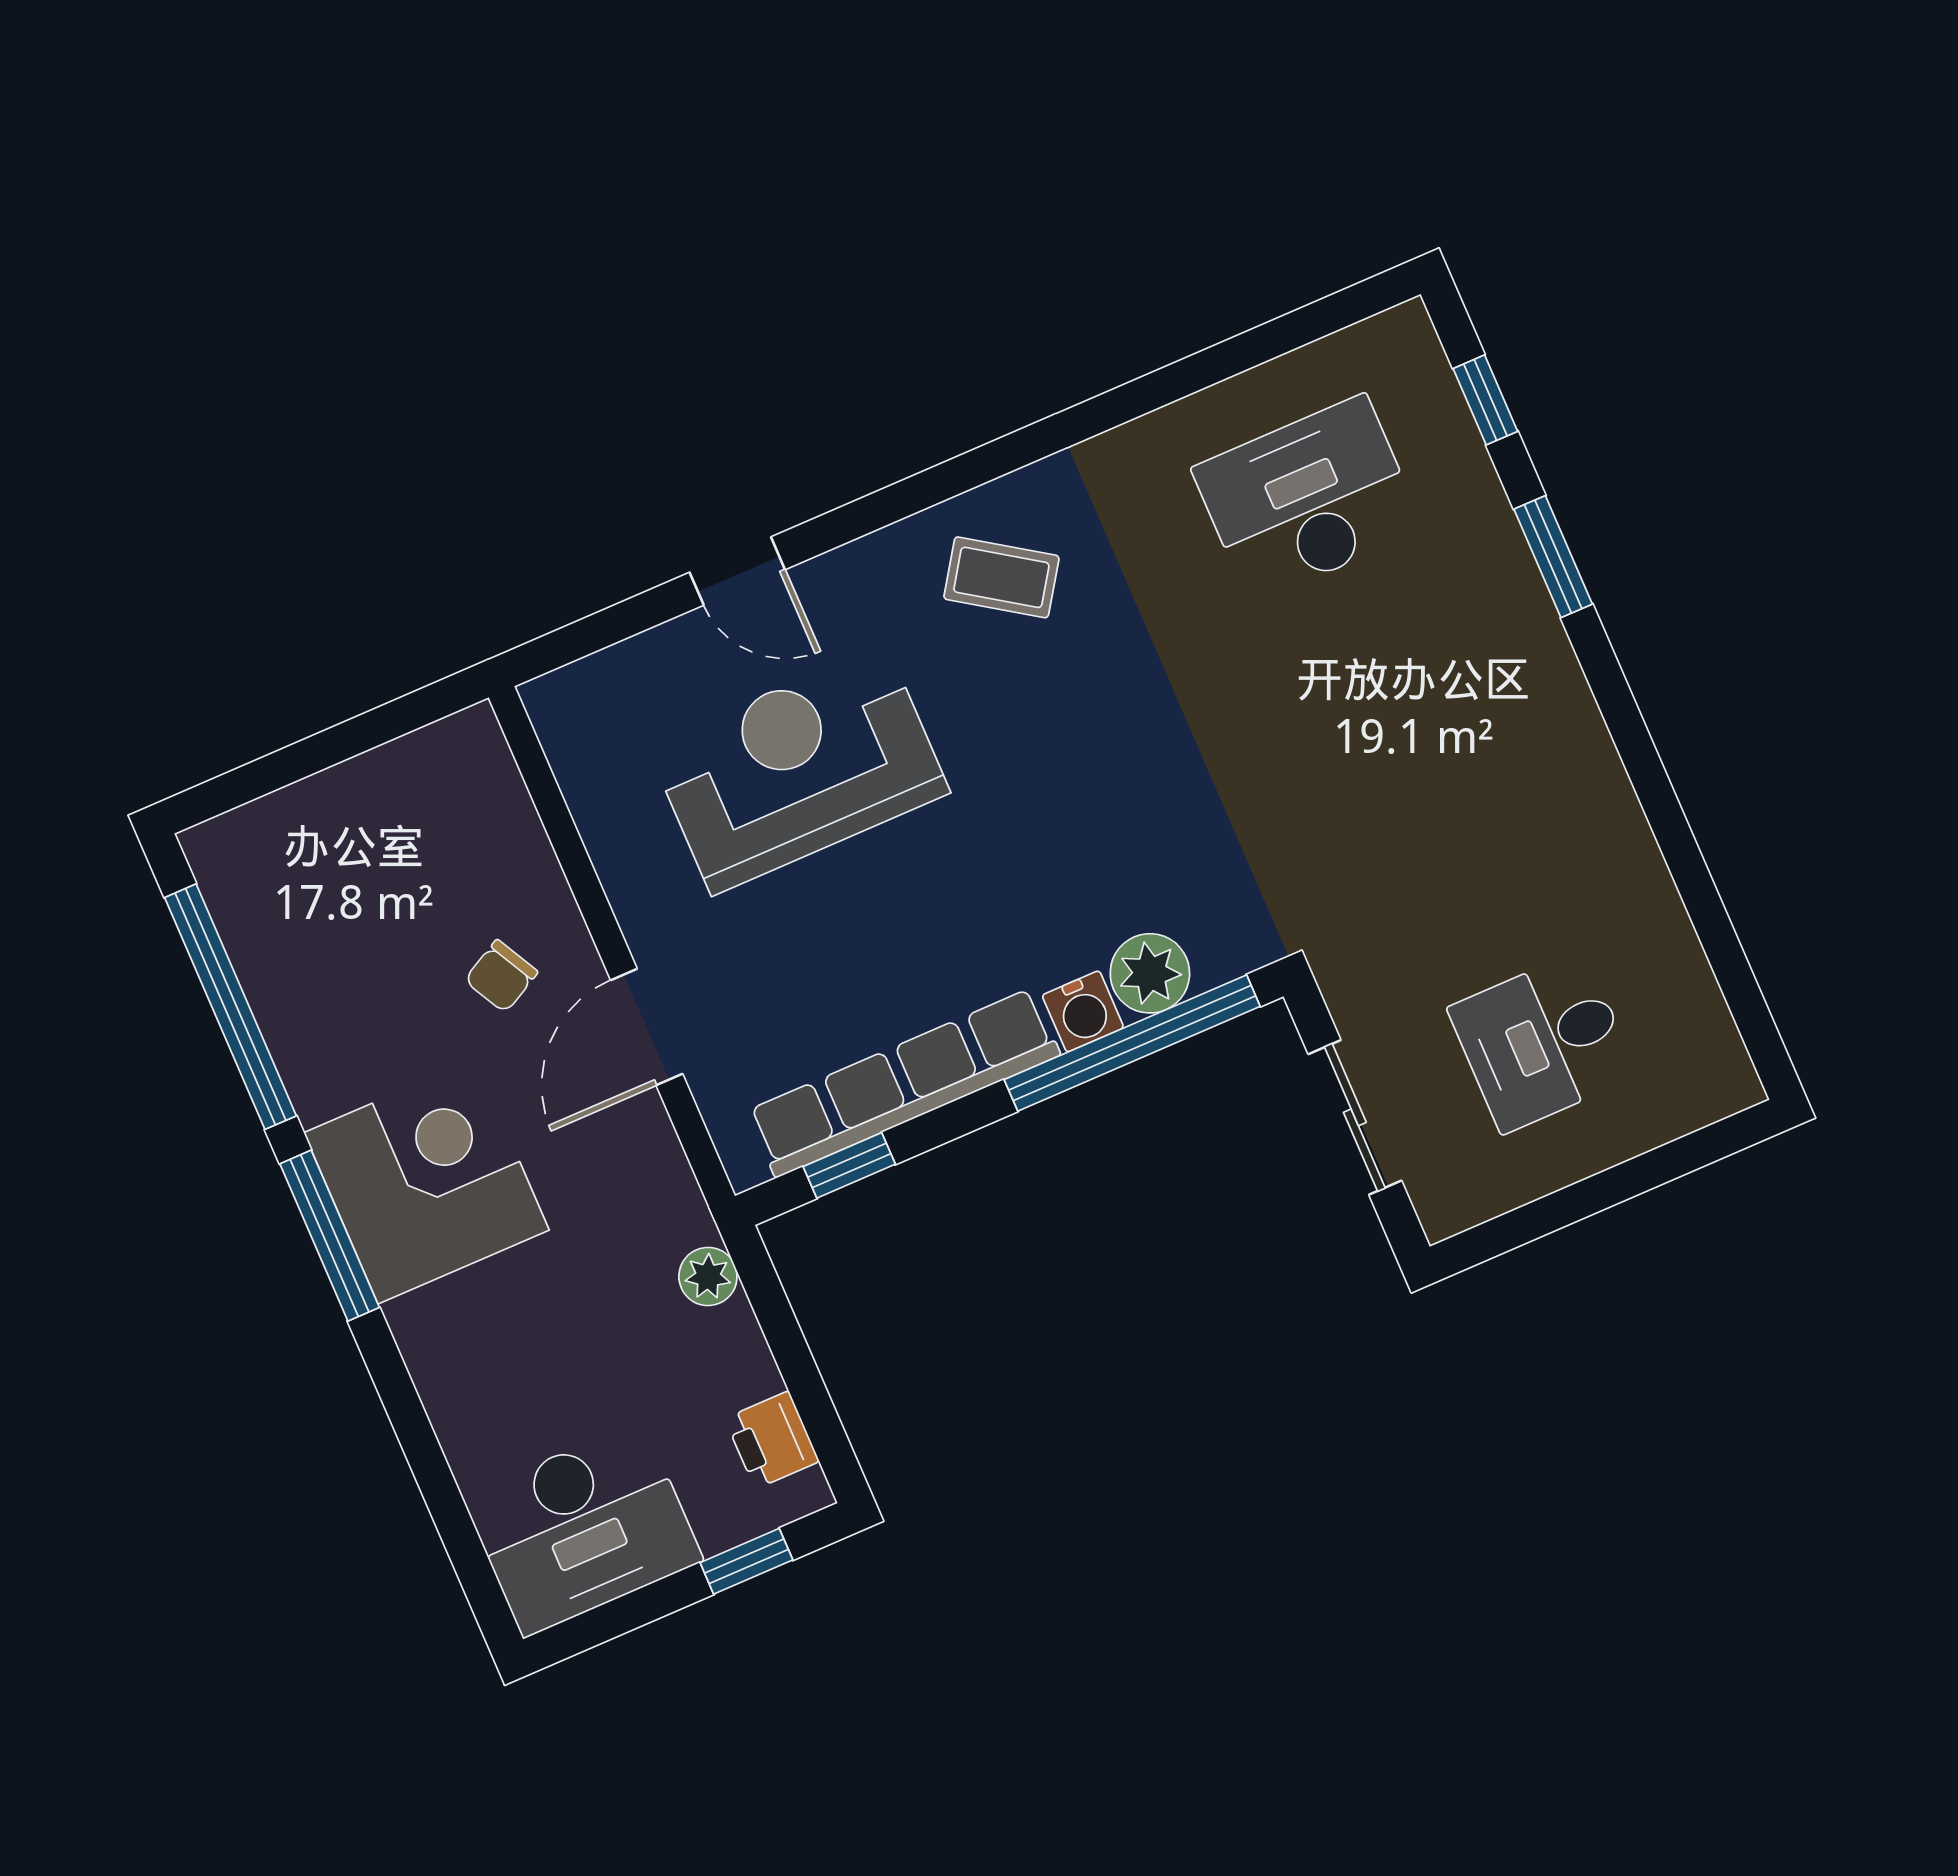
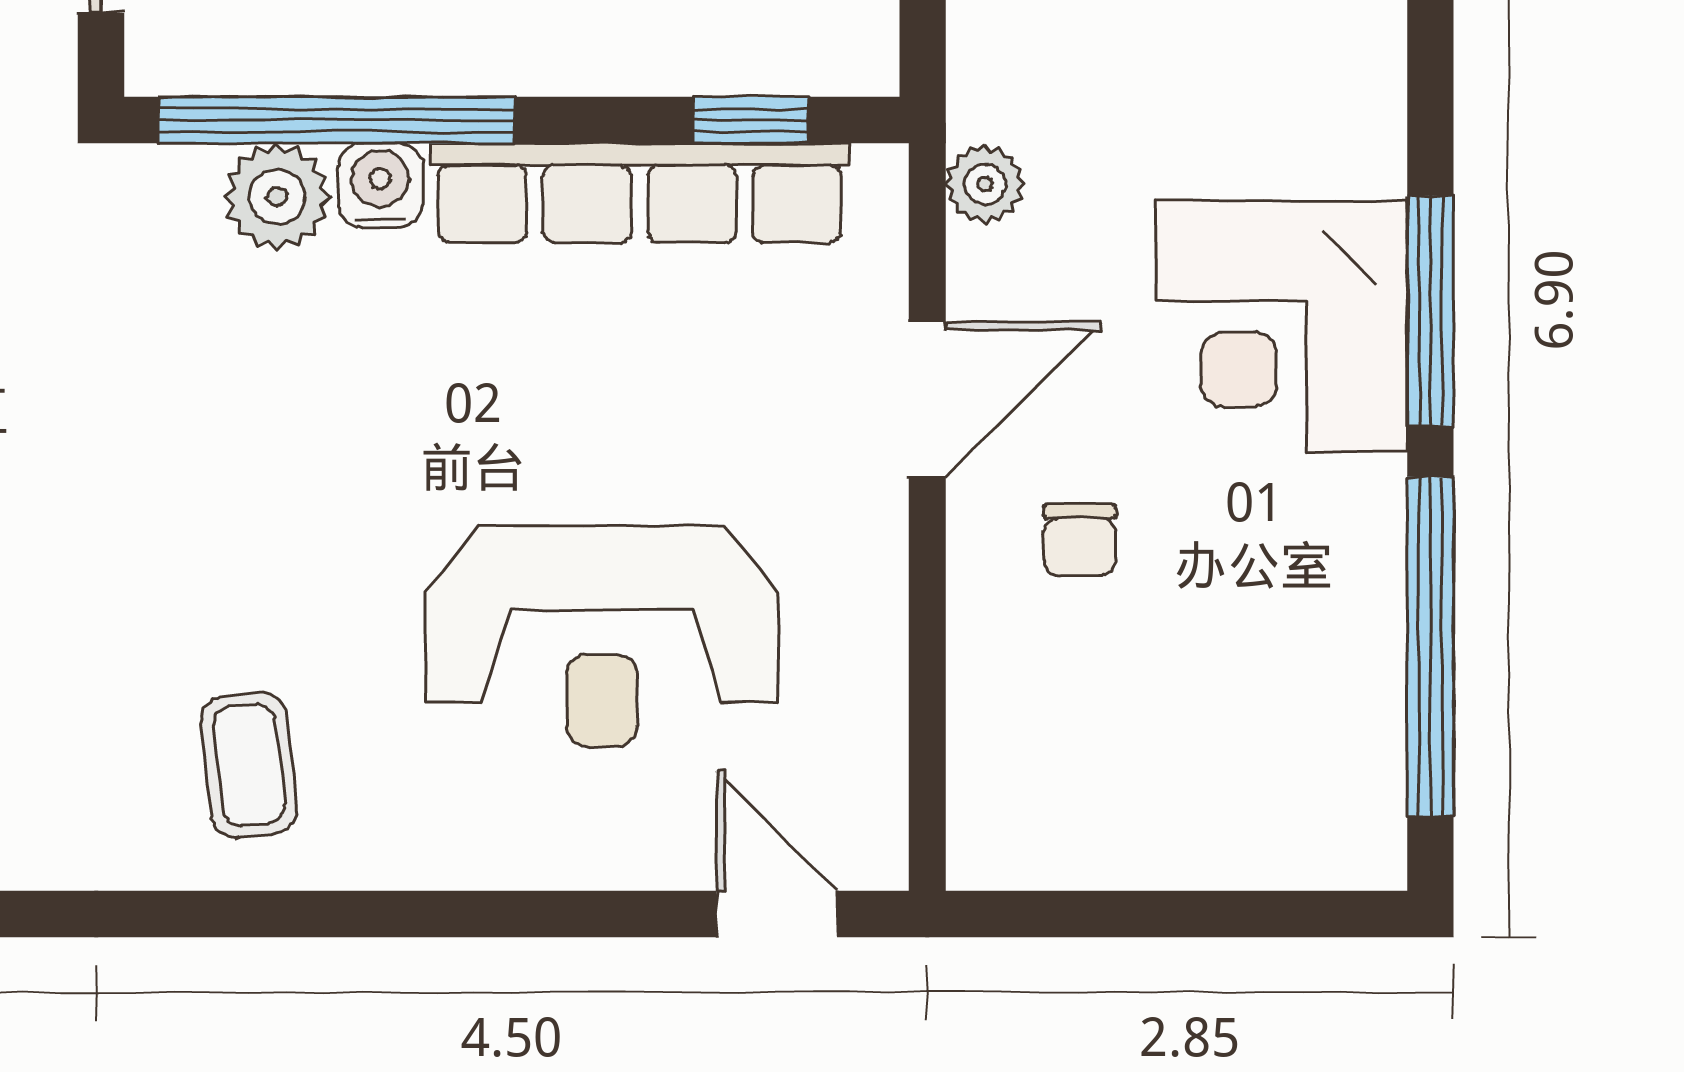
door: (737, 571) -> (777, 914), moved
coffee table: (1001, 577) -> (249, 765), turned 50
chair: (501, 976) -> (1080, 540), turned 118
plant: (708, 1276) -> (985, 184), moved

